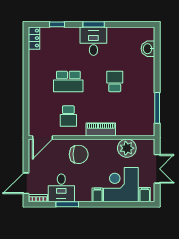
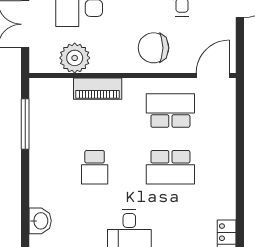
school desk: (68, 81) -> (170, 167), turned 180
school desk: (68, 116) -> (170, 111), width x1.85
piano: (101, 129) -> (98, 89), moved

